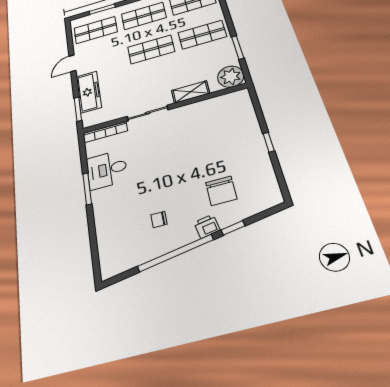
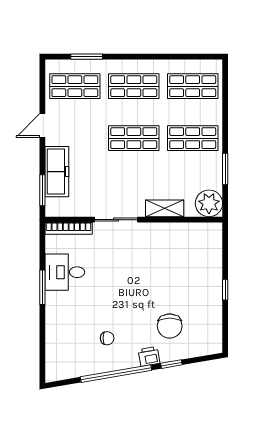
chair: (159, 219) -> (107, 338), turned 180

